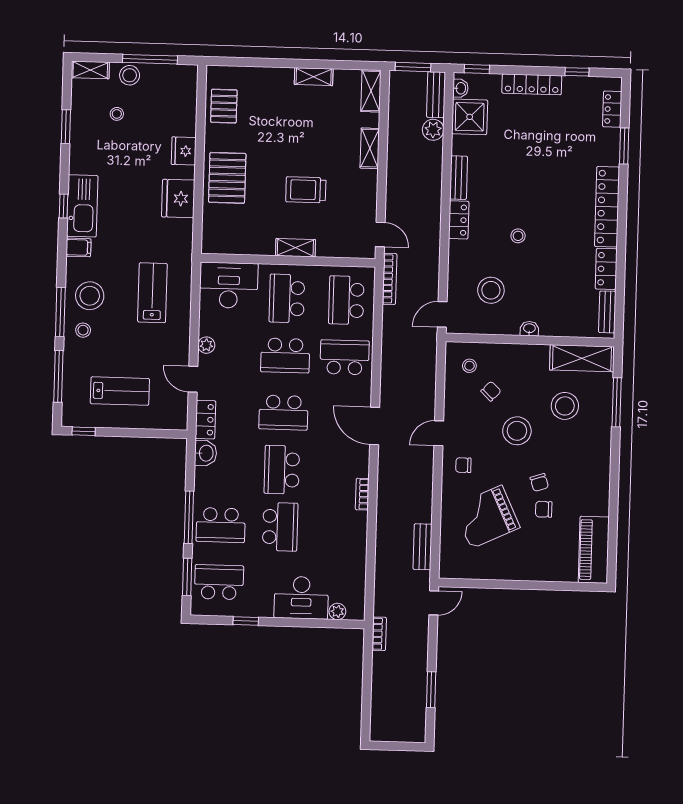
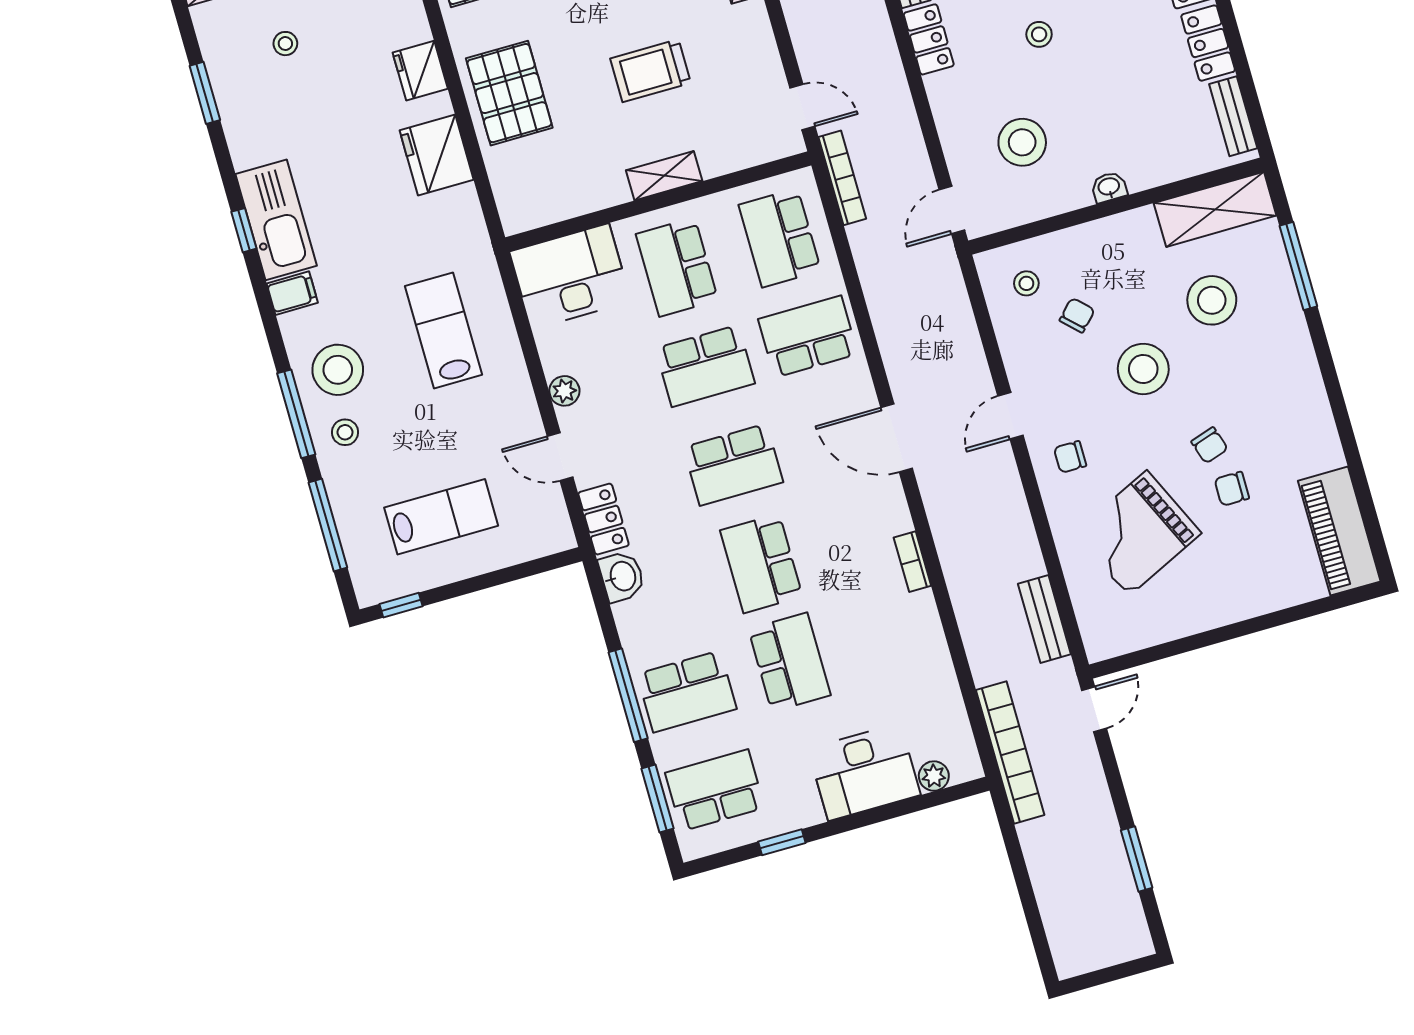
bookcase: (379, 634) -> (1010, 753), width x2.31, depth x1.31

